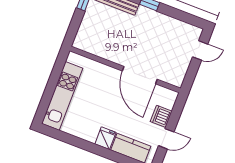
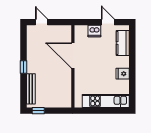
door: (140, 75) -> (73, 55), swing flipped
fridge: (105, 138) -> (123, 74), moved

